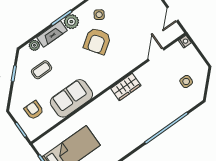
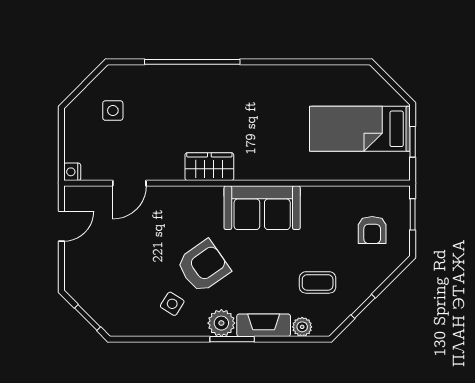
sofa: (71, 98) -> (262, 208), moved

